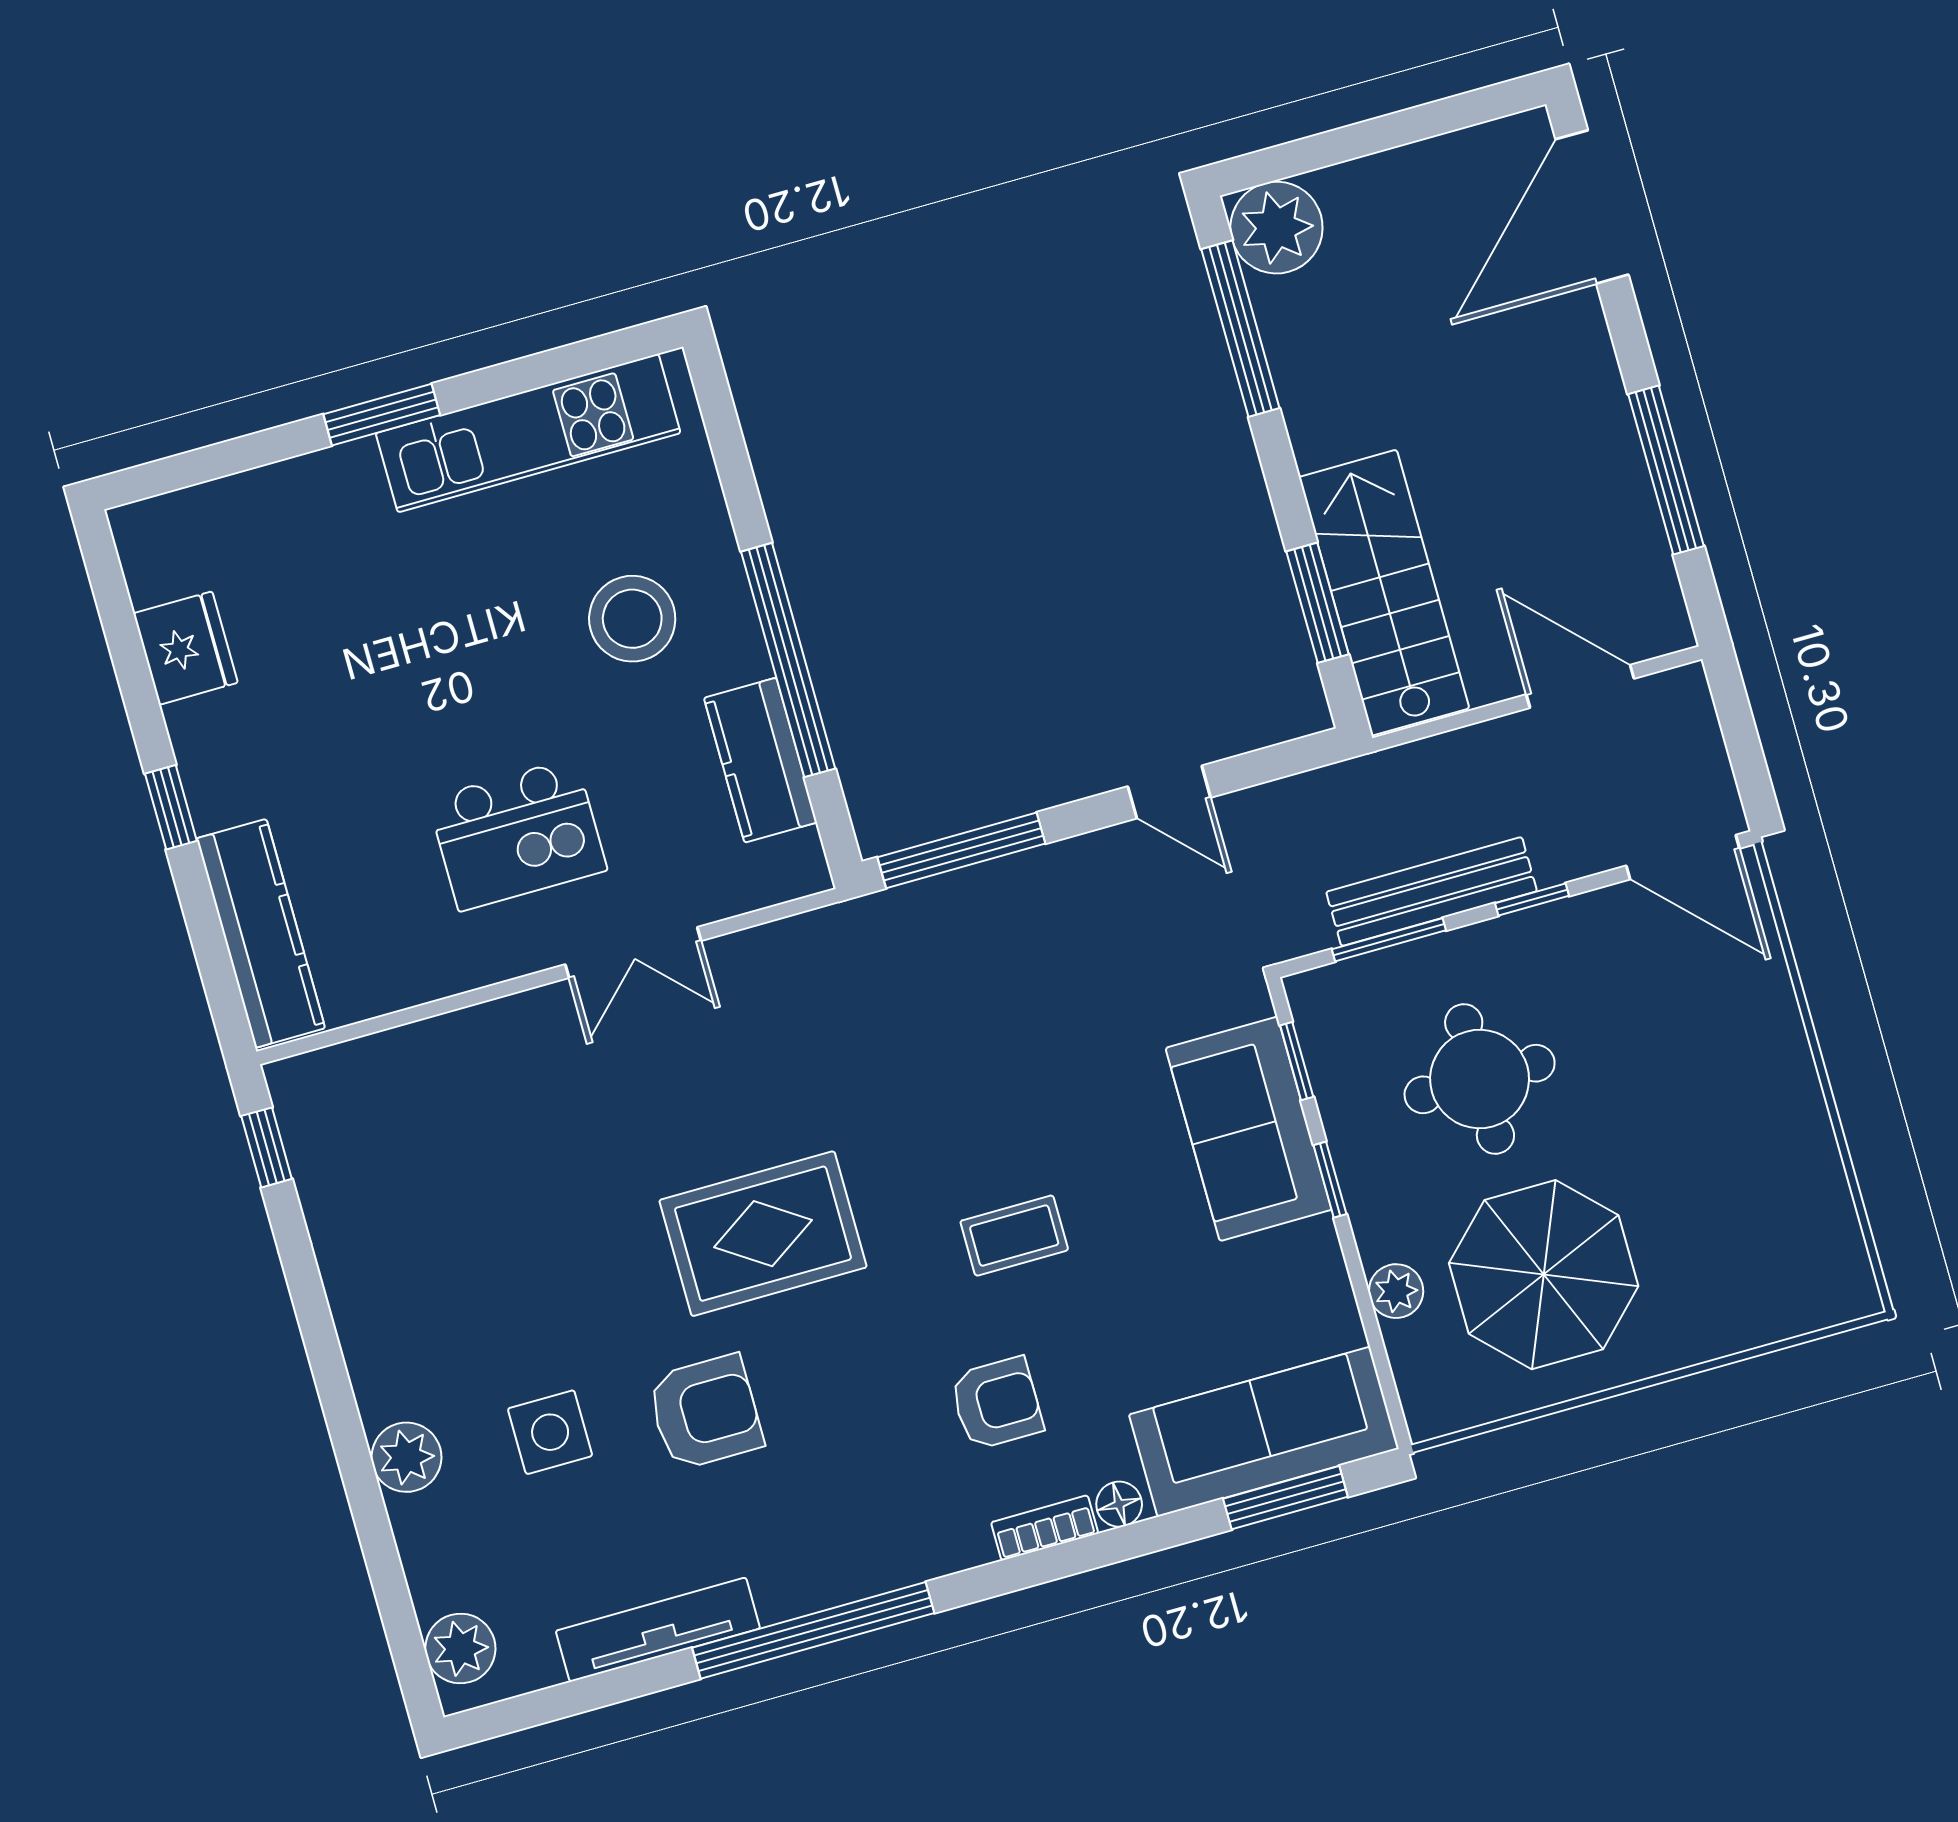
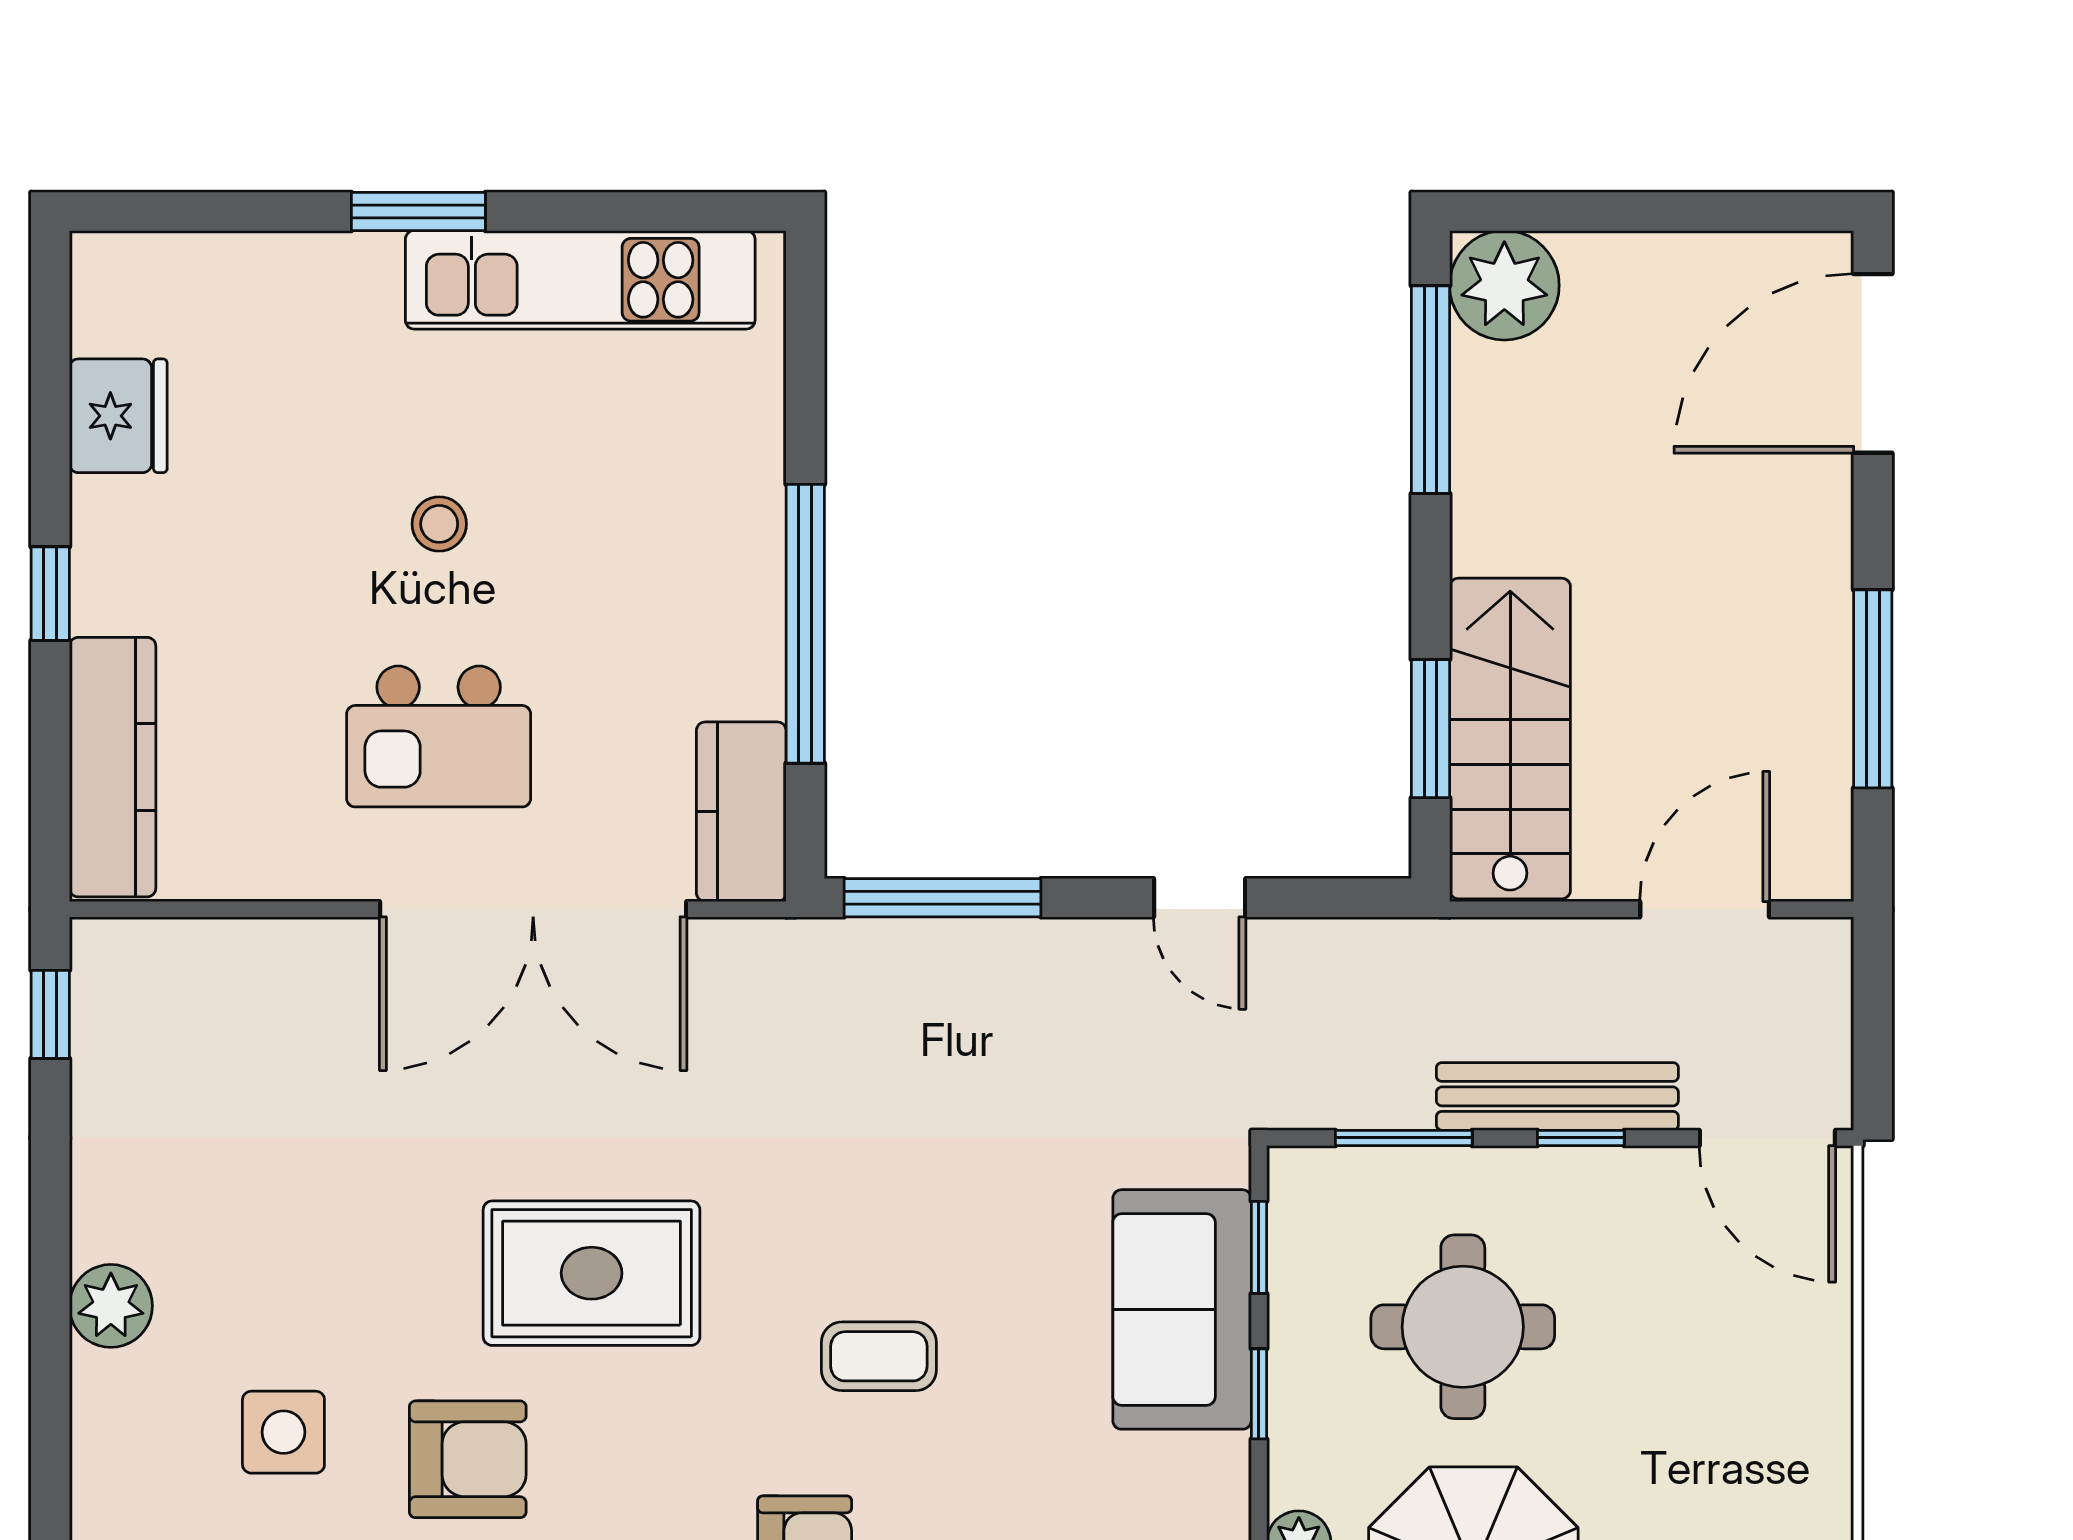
stool: (632, 619) -> (439, 524), moved, width x0.53, depth x0.53
door: (1580, 686) -> (1705, 909), hinge flipped
kitchen counter: (760, 760) -> (741, 812), moved
bench: (1432, 892) -> (1557, 1096), moved
double door: (633, 953) -> (533, 909), width x1.87
plant: (406, 1457) -> (111, 1306), moved

